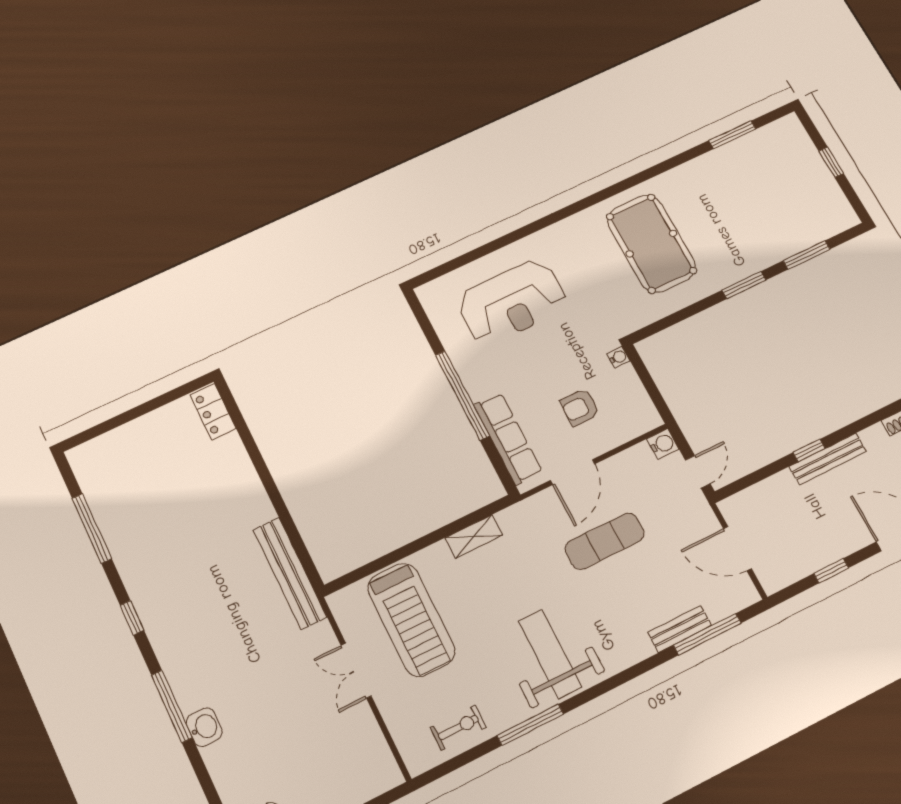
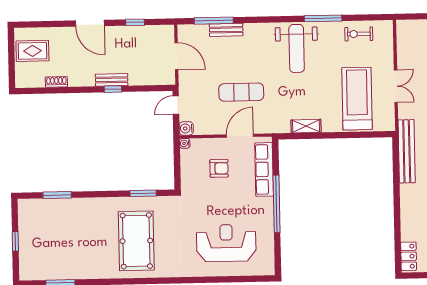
window: (744, 285) -> (143, 193), moved
water cooler: (618, 357) -> (185, 143), moved
bench: (828, 459) -> (112, 80), width x0.73

